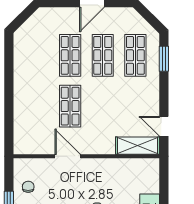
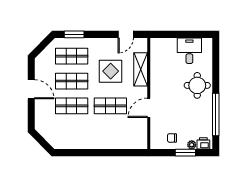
display table: (116, 106) -> (111, 71), added
shelving: (138, 146) -> (141, 69), moved

